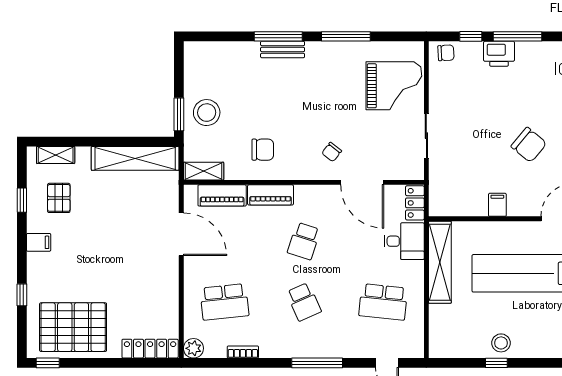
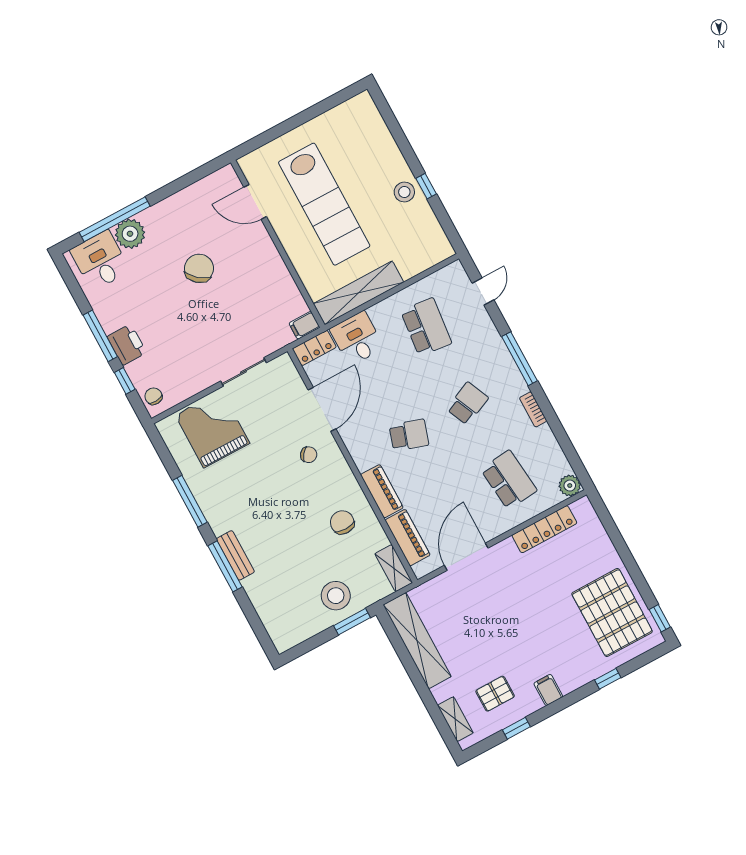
filing cabinet: (497, 205) -> (304, 325), moved
locker: (150, 349) -> (544, 529), moved, turned -90
bookcase: (243, 352) -> (533, 409), moved

